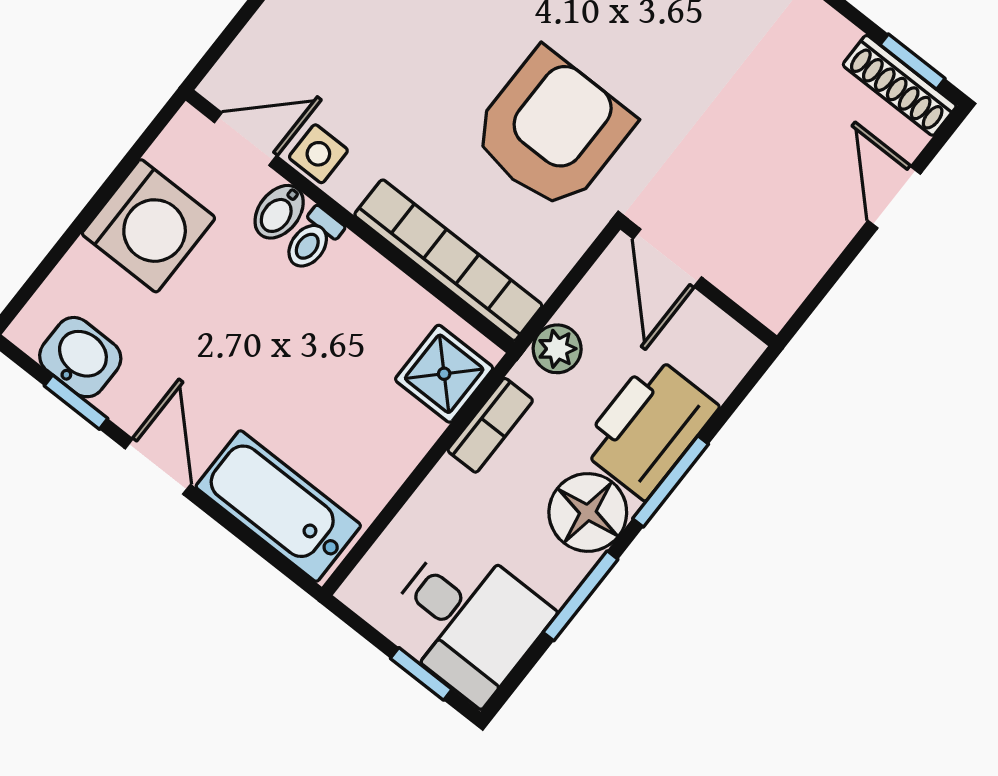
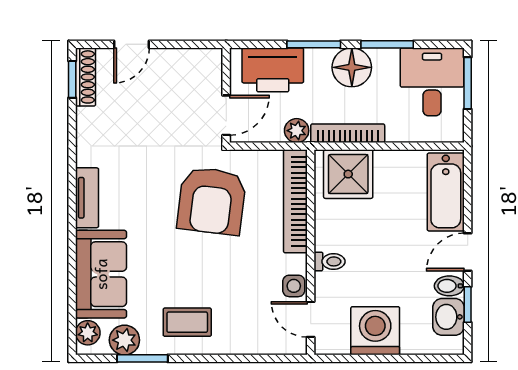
armchair: (552, 130) -> (212, 201), turned -83
bidet: (279, 212) -> (449, 286), moved, turned 180
shower: (444, 374) -> (348, 174), width x1.36, depth x1.36
bookcase: (490, 425) -> (348, 133), width x1.56
printer: (649, 427) -> (273, 70), moved
window: (421, 674) -> (468, 83), width x1.50

